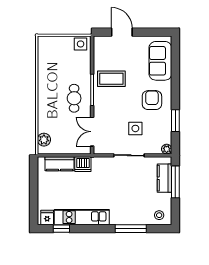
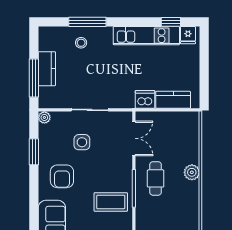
plant: (44, 140) -> (192, 172), moved
kitchen counter: (165, 178) -> (47, 69), moved
stool: (159, 215) -> (81, 43), moved

